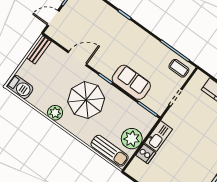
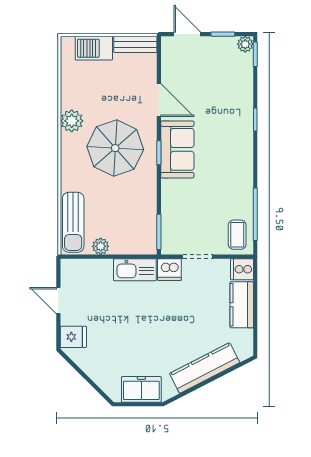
sofa: (131, 82) -> (177, 149), moved
barbecue: (20, 87) -> (94, 48), moved, turned 90
dishwasher: (172, 118) -> (169, 270), added
plant: (132, 139) -> (101, 246), width x0.53, depth x0.53
cooker: (146, 154) -> (242, 269), moved, turned 90

